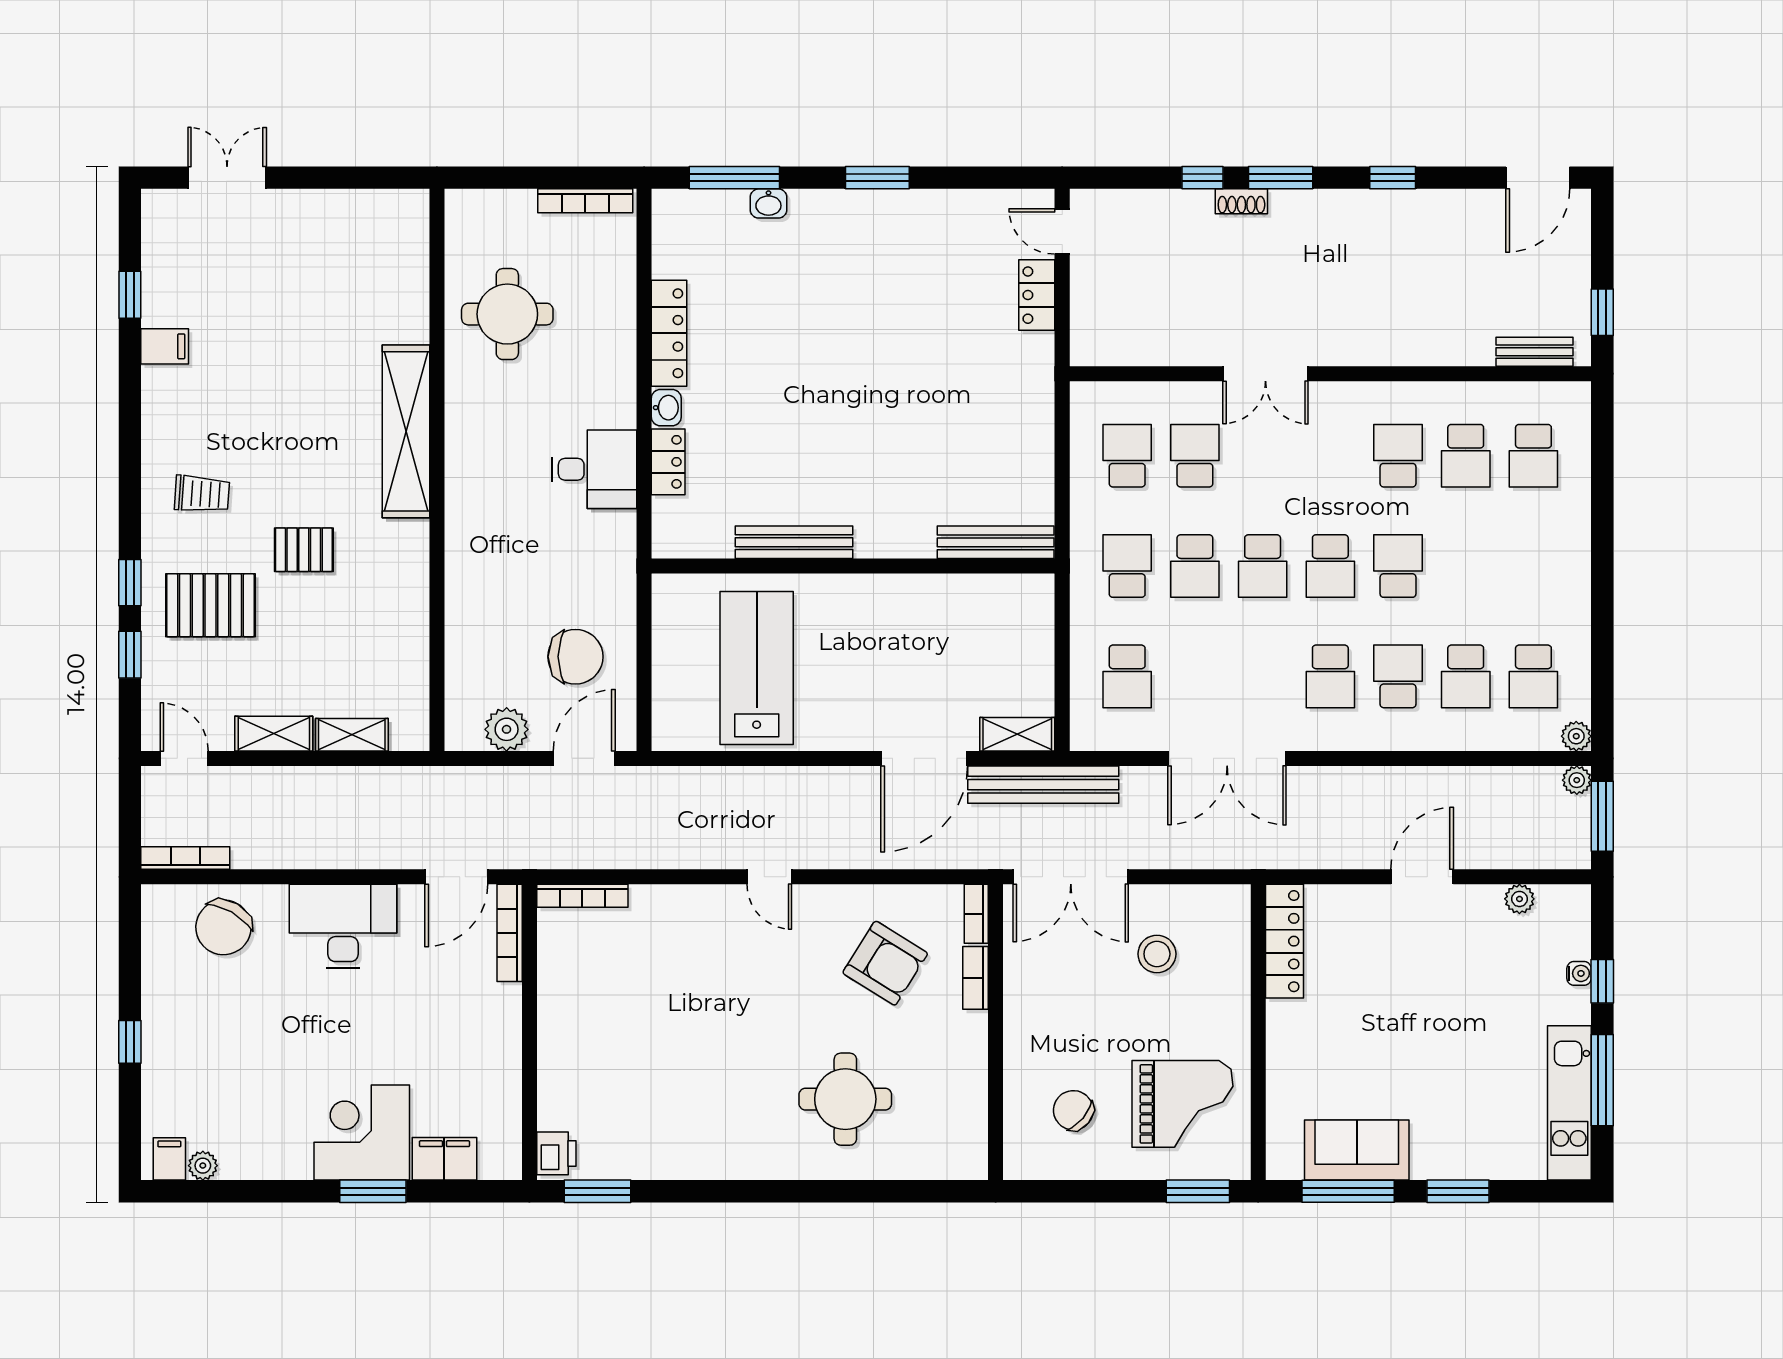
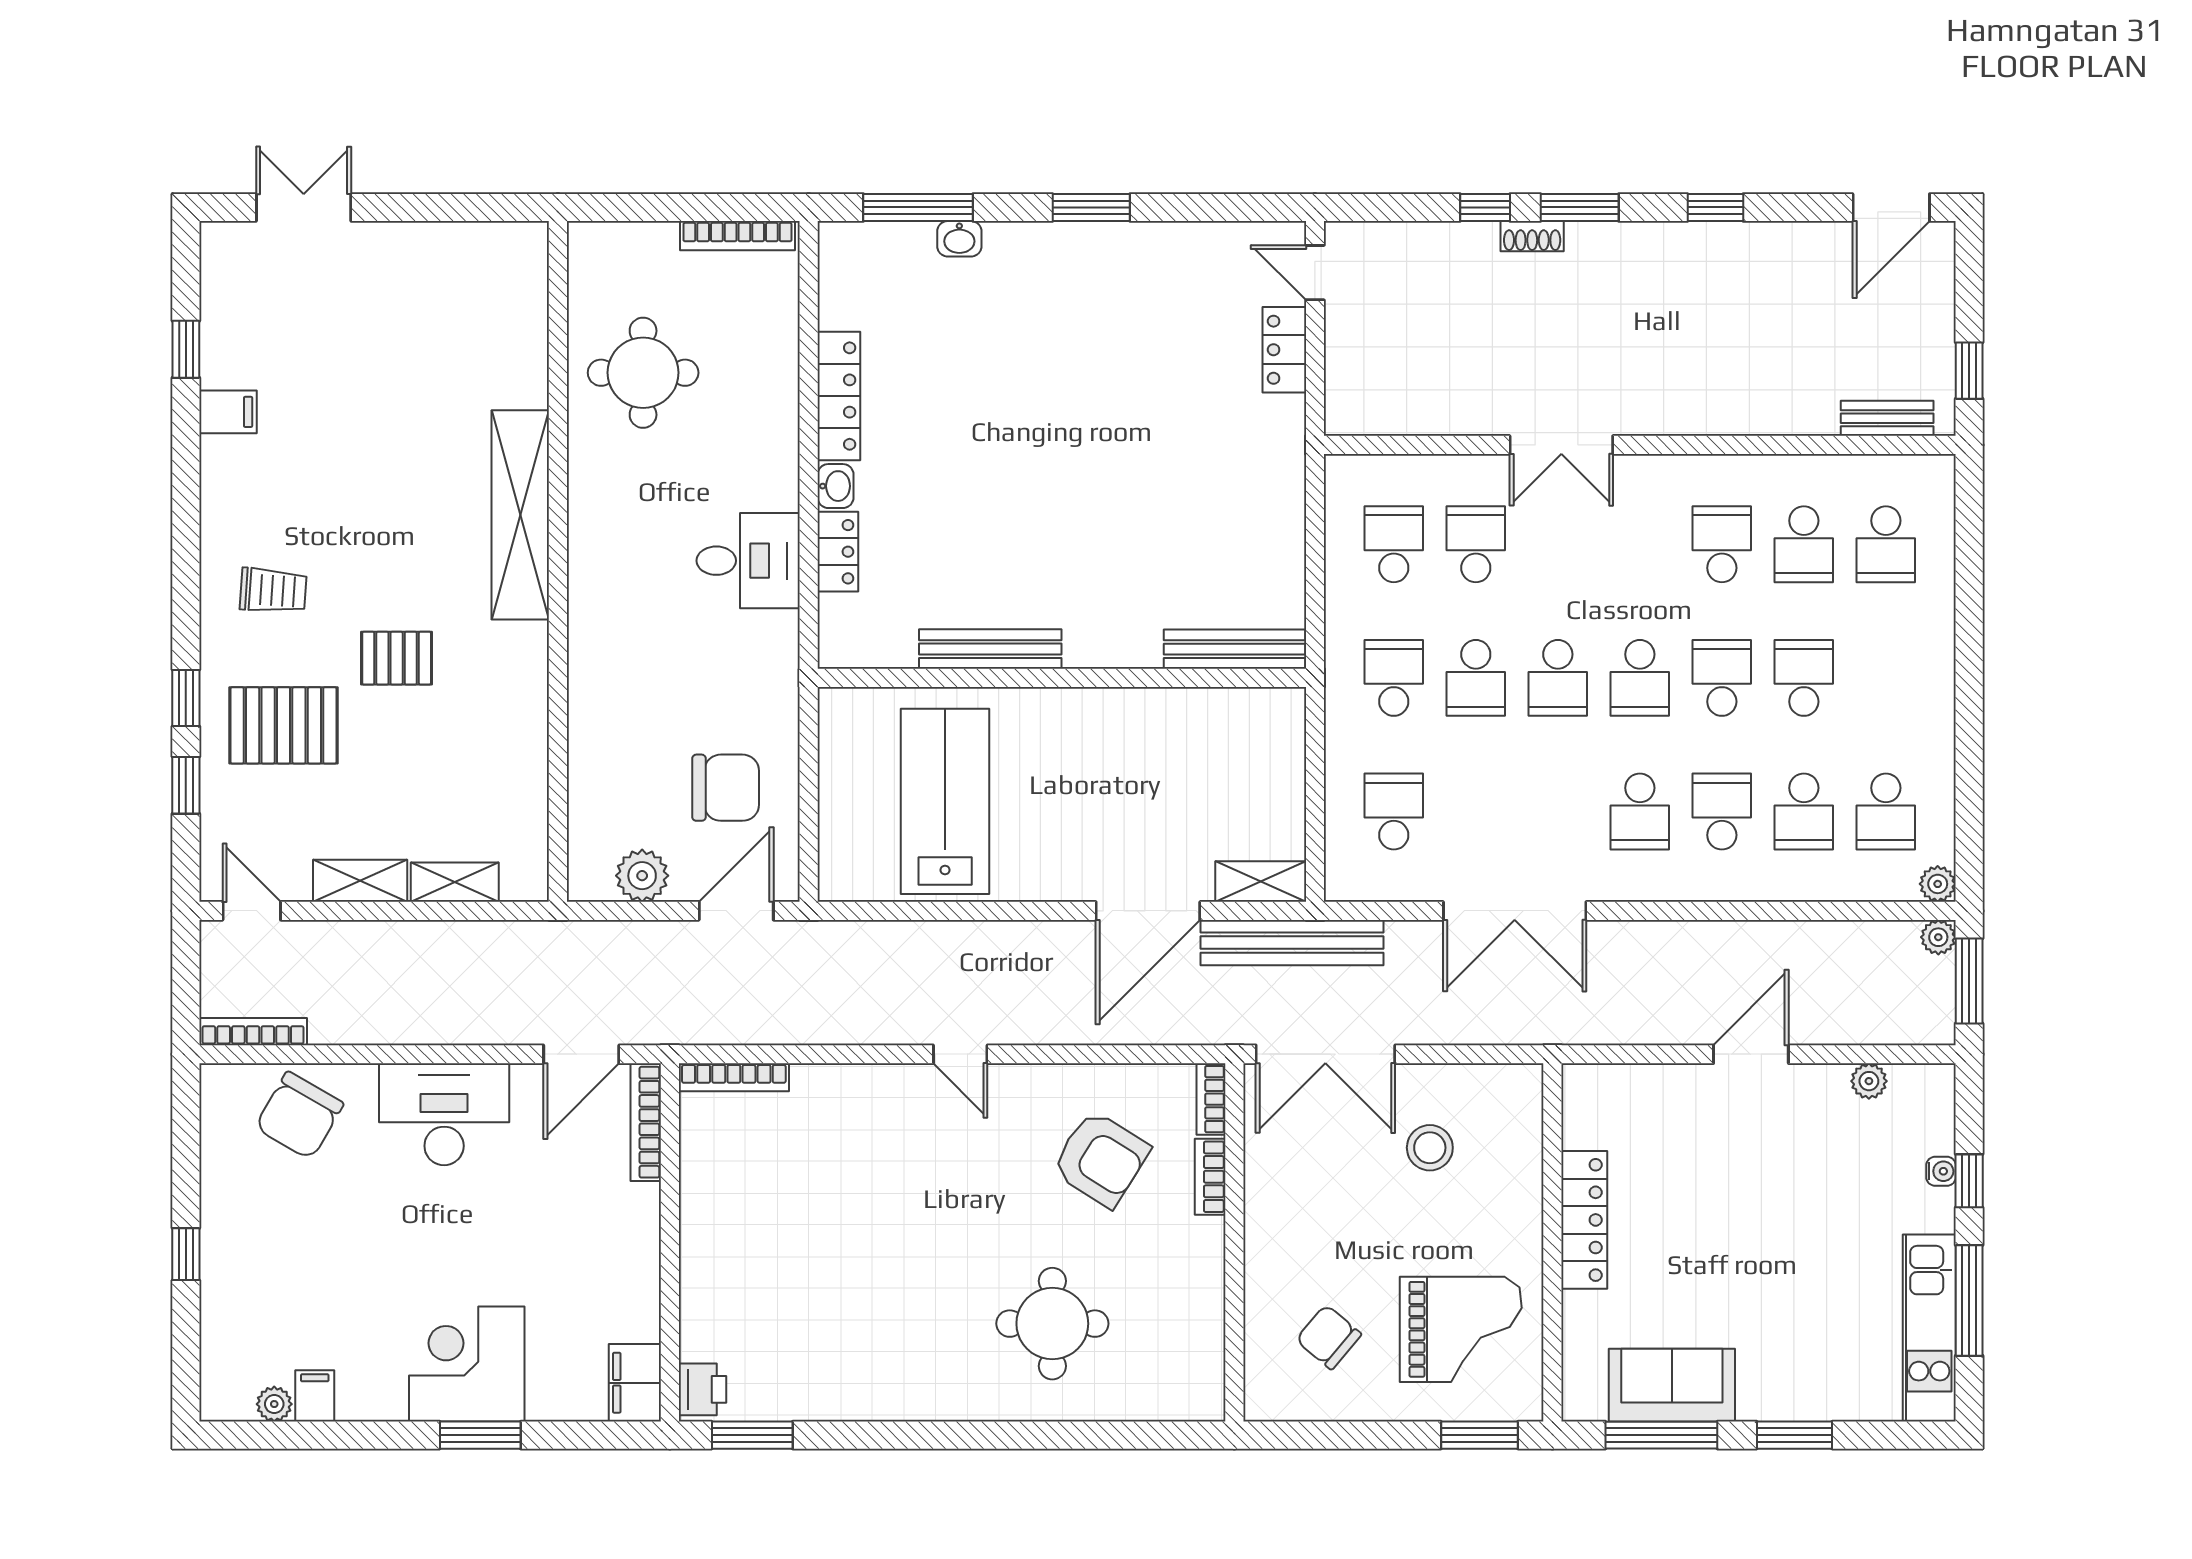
school desk: (1466, 566) -> (1804, 678), added
school desk: (1127, 676) -> (1394, 812), turned 180
locker: (1284, 941) -> (1584, 1220), moved
filing cabinet: (169, 1159) -> (315, 1396), moved
filing cabinet: (444, 1159) -> (635, 1383), moved, turned -90

